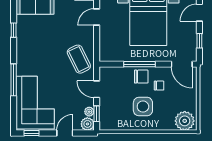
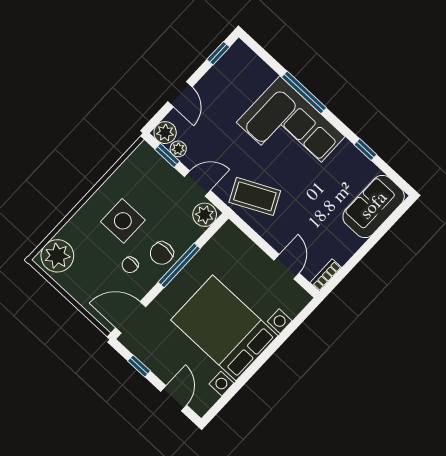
plant: (107, 73) -> (205, 215), added
corner sofa: (35, 103) -> (291, 129), moved

